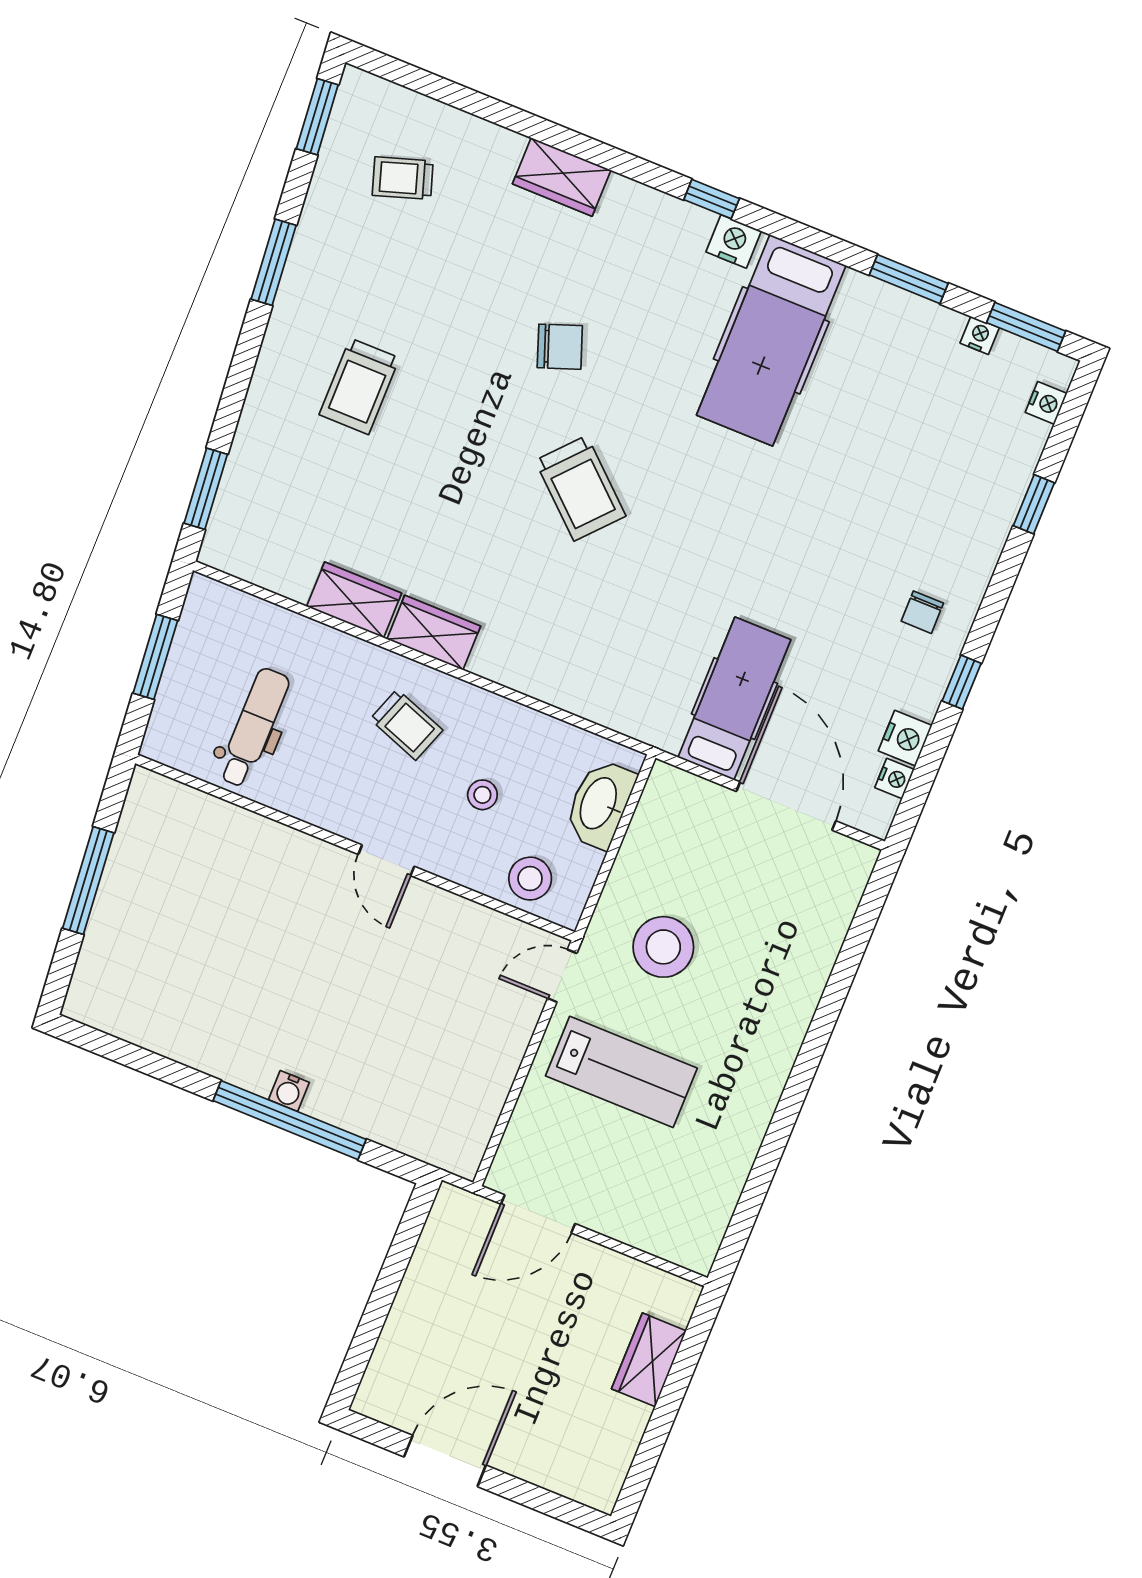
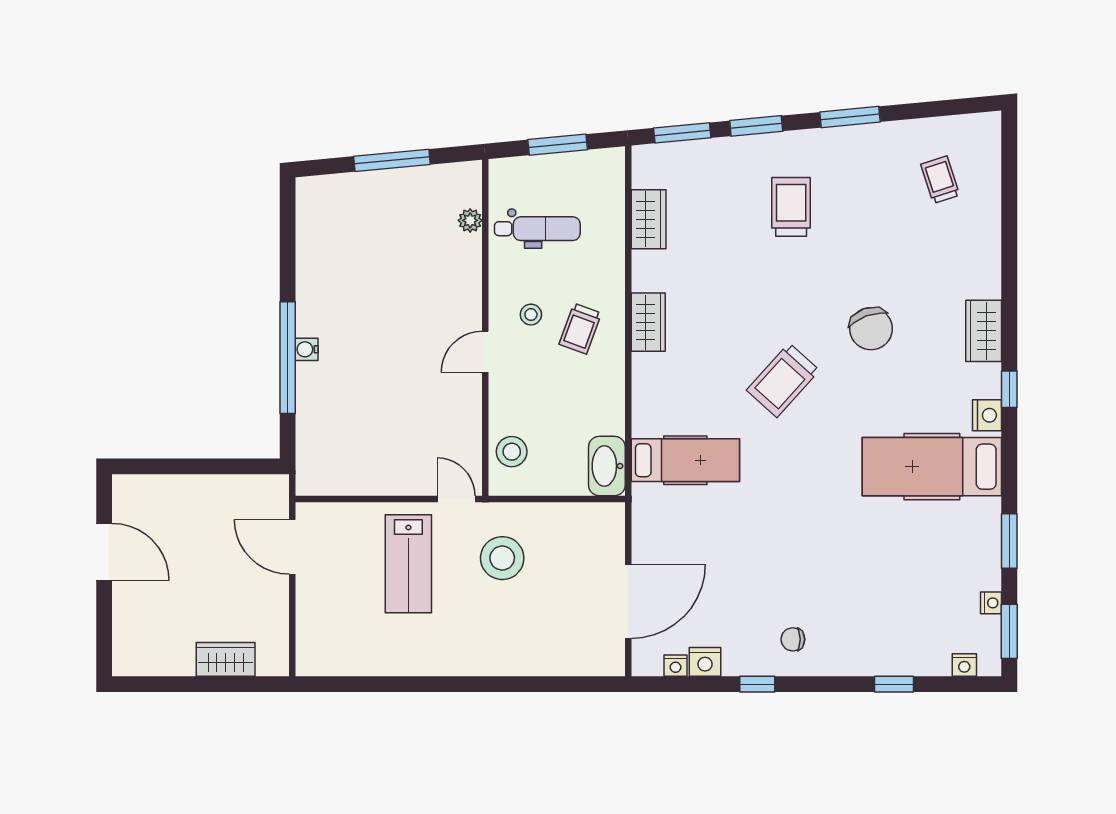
window: (317, 117) -> (756, 126), moved
wardrobe: (562, 177) -> (984, 331), moved
chair: (560, 347) -> (871, 329), width x1.37, depth x1.37
trolley: (359, 386) -> (791, 207), turned 90
wardrobe: (354, 600) -> (649, 219), moved
hospital bed: (734, 699) -> (685, 460), moved
stool: (482, 795) -> (531, 315), moved
washbasin: (600, 804) -> (607, 466), moved, turned -90
plant: (208, 811) -> (470, 220), added

